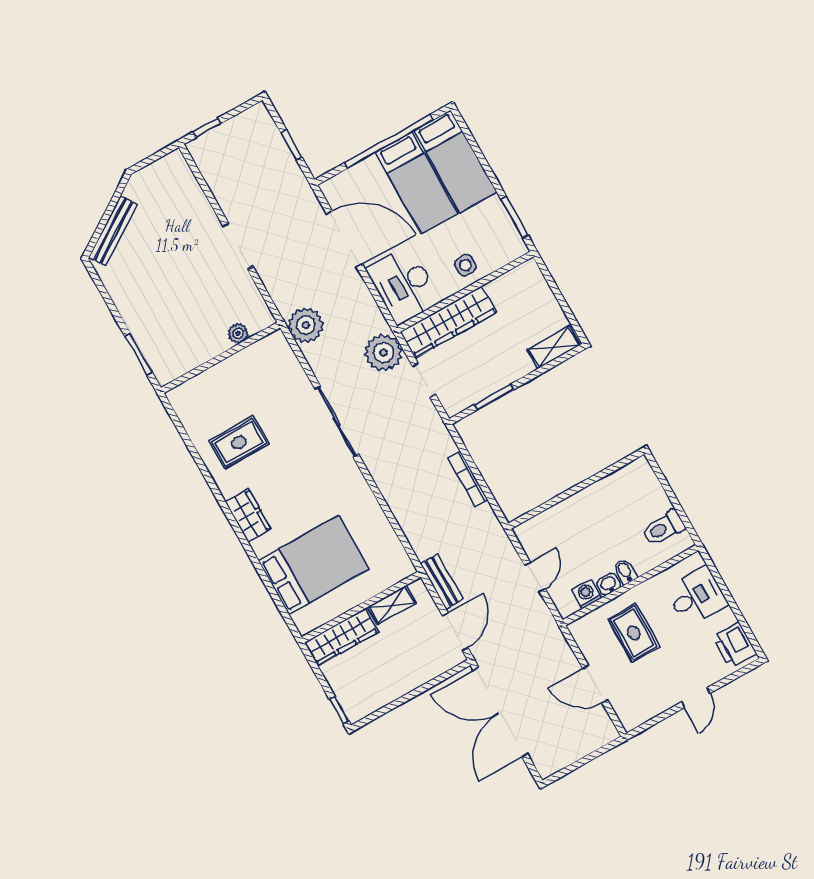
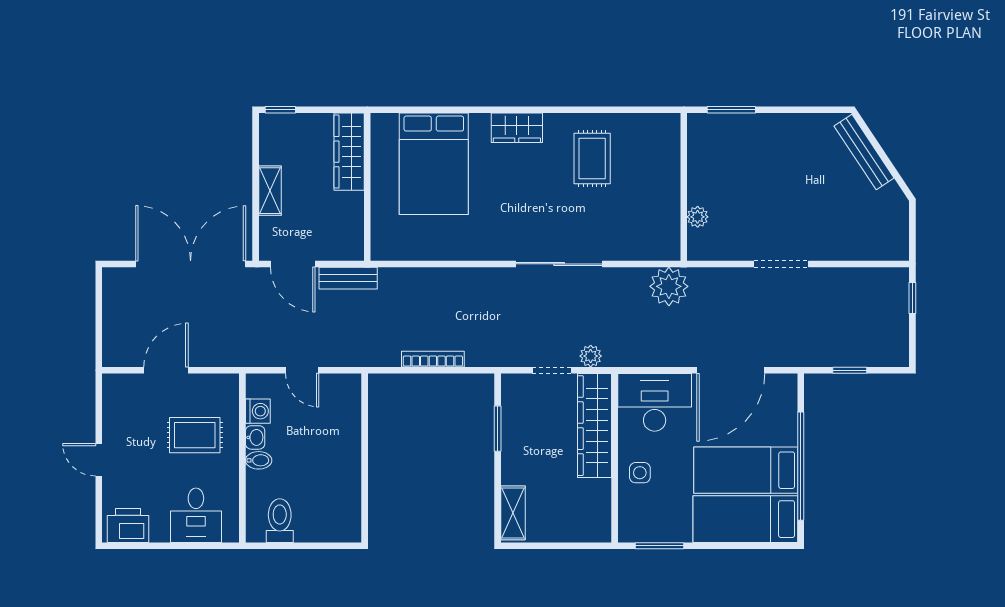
plant: (384, 353) -> (591, 356), width x0.53, depth x0.53
shelving: (391, 605) -> (270, 191), moved

